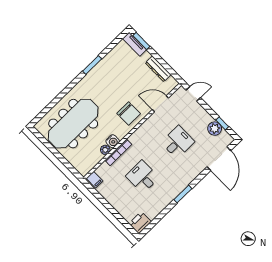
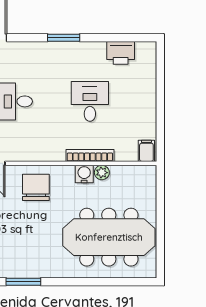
desk: (142, 177) -> (90, 101), turned 180
printer: (140, 223) -> (121, 53), moved

